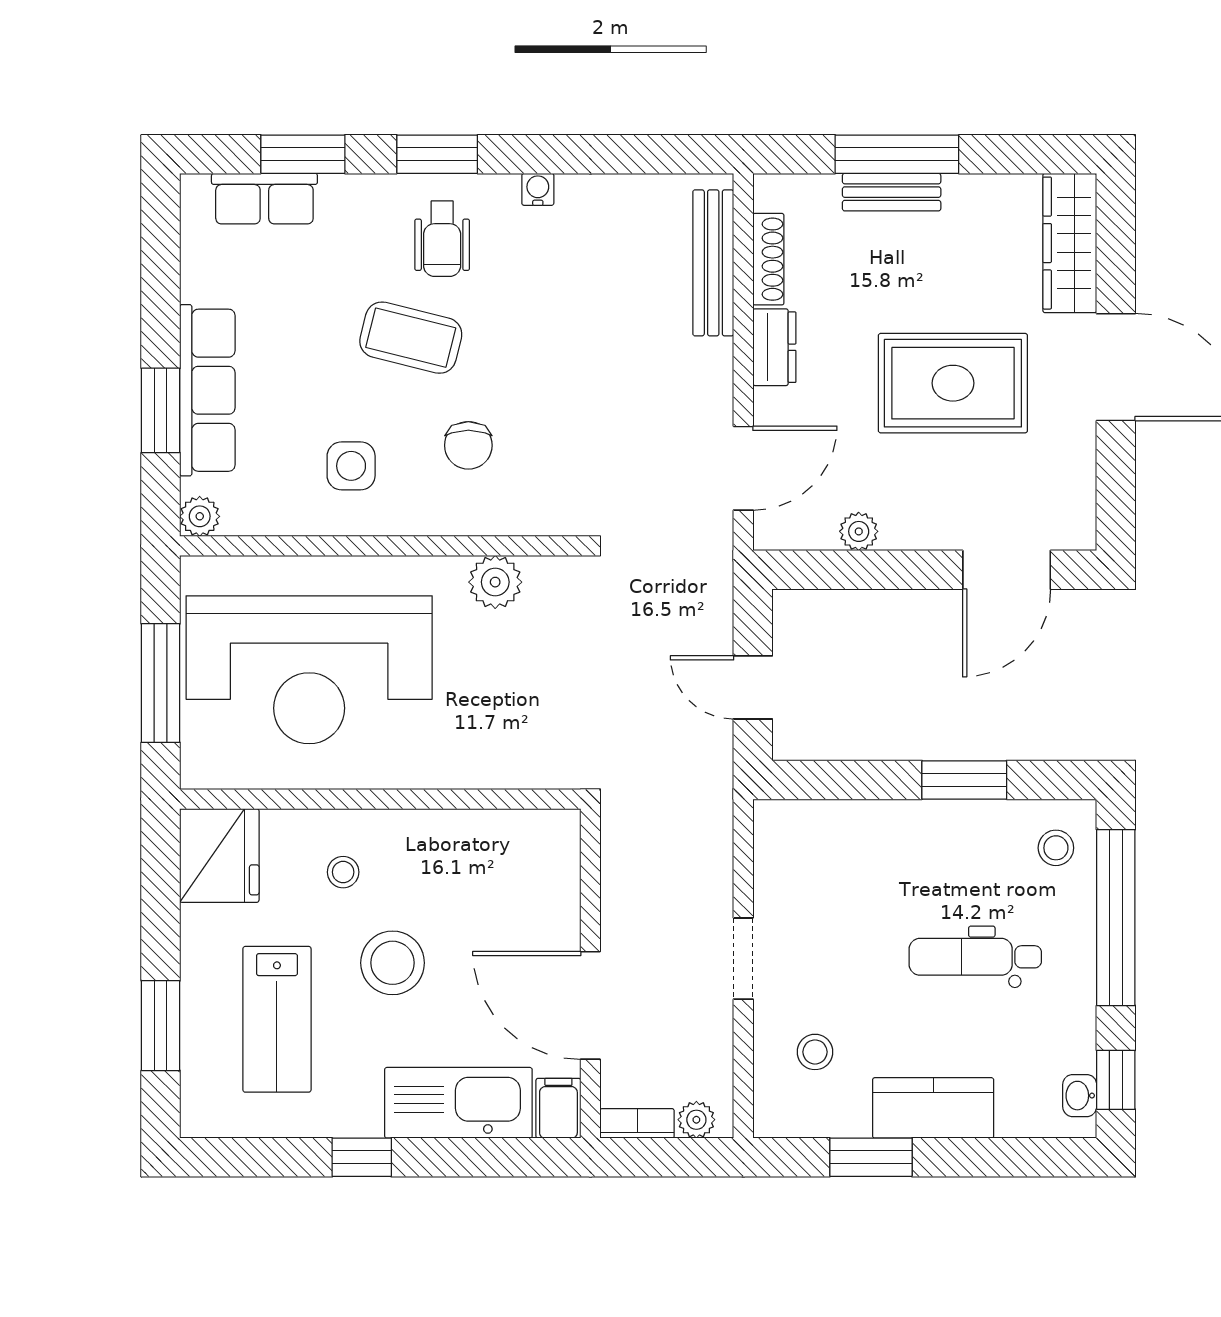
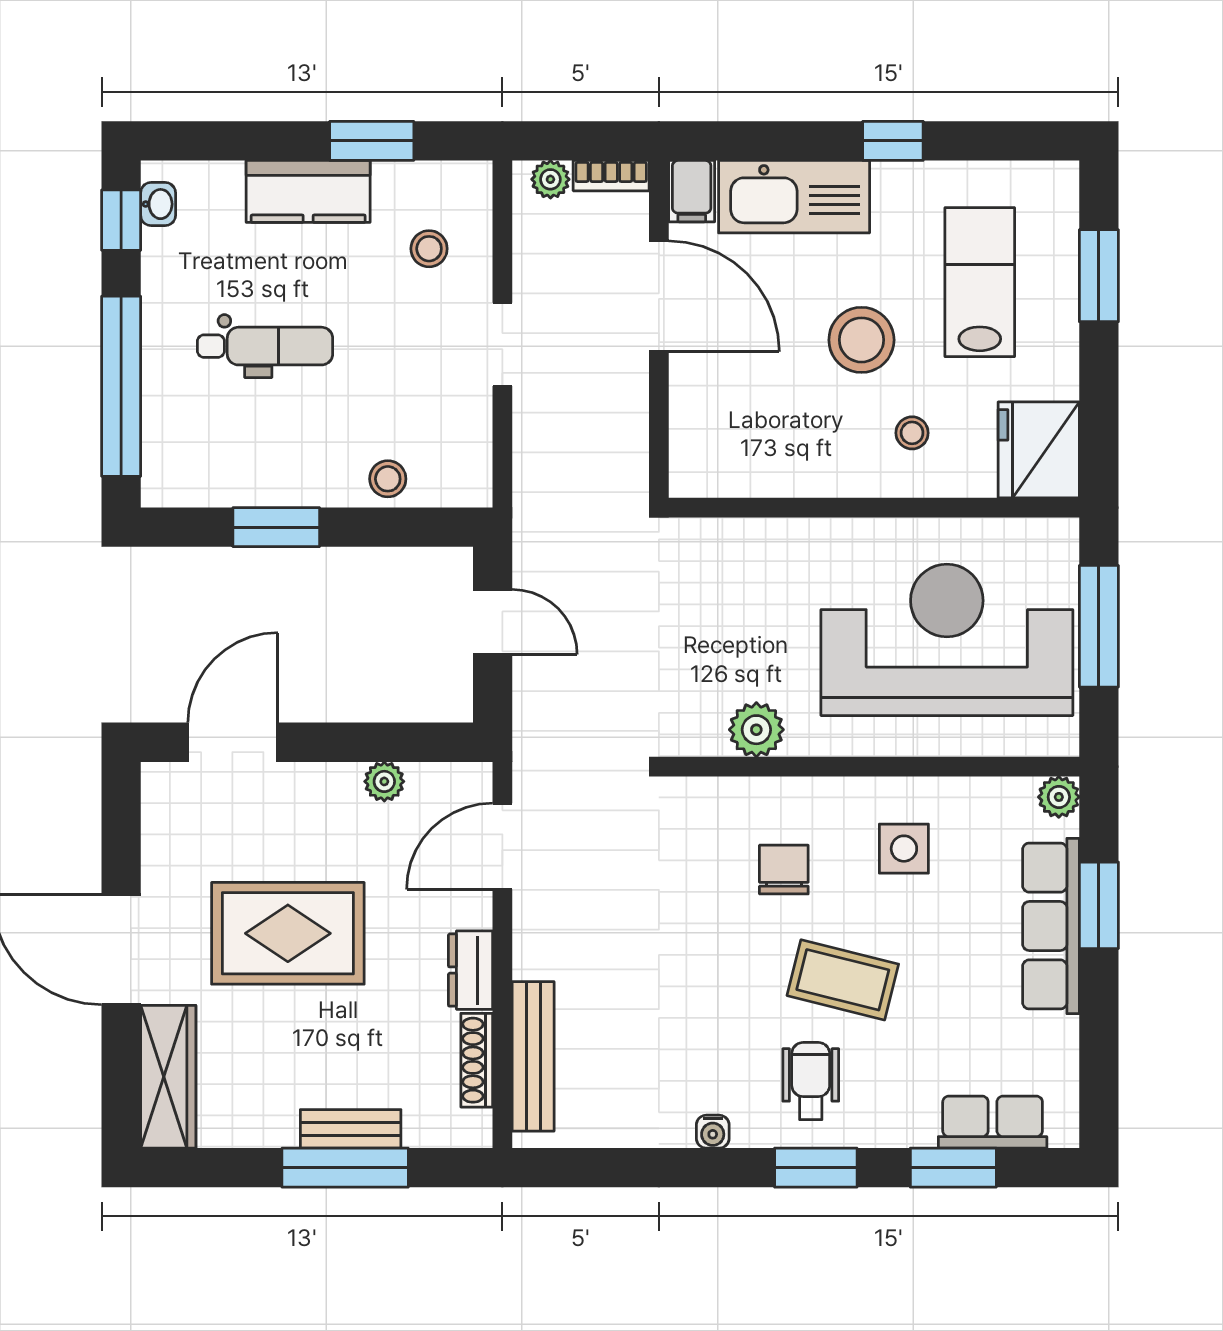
stool: (1056, 848) -> (388, 479), moved

